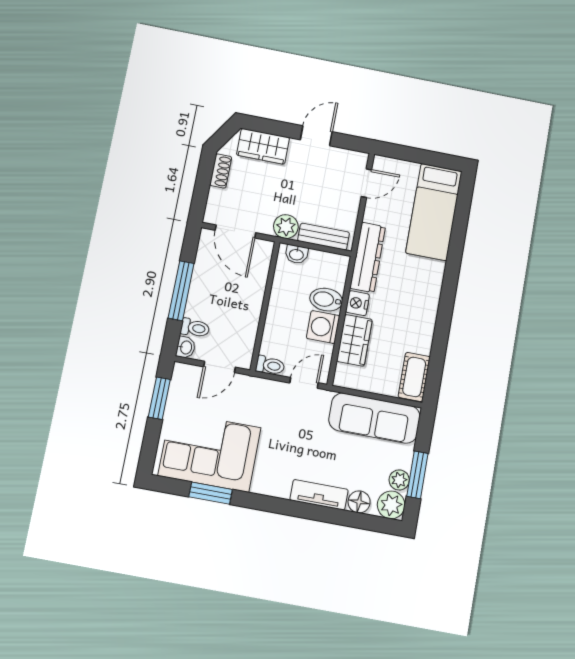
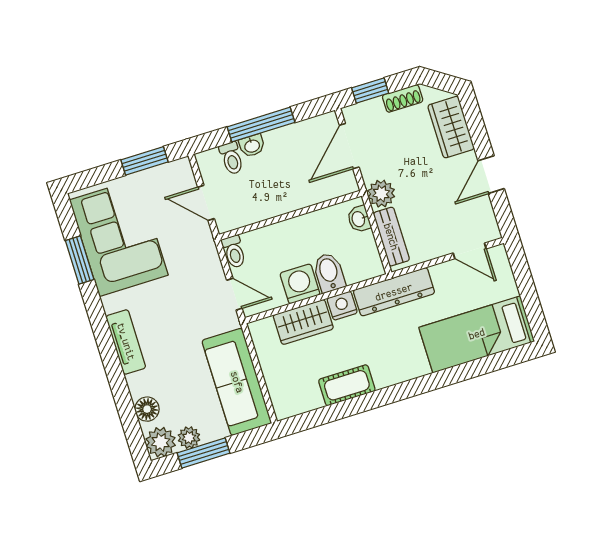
door: (316, 136) -> (491, 175), swing flipped
window: (201, 192) -> (370, 91), added
washbasin: (186, 347) -> (252, 146), moved
cot: (414, 377) -> (347, 385), moved
tv unit: (319, 495) -> (126, 342), moved

